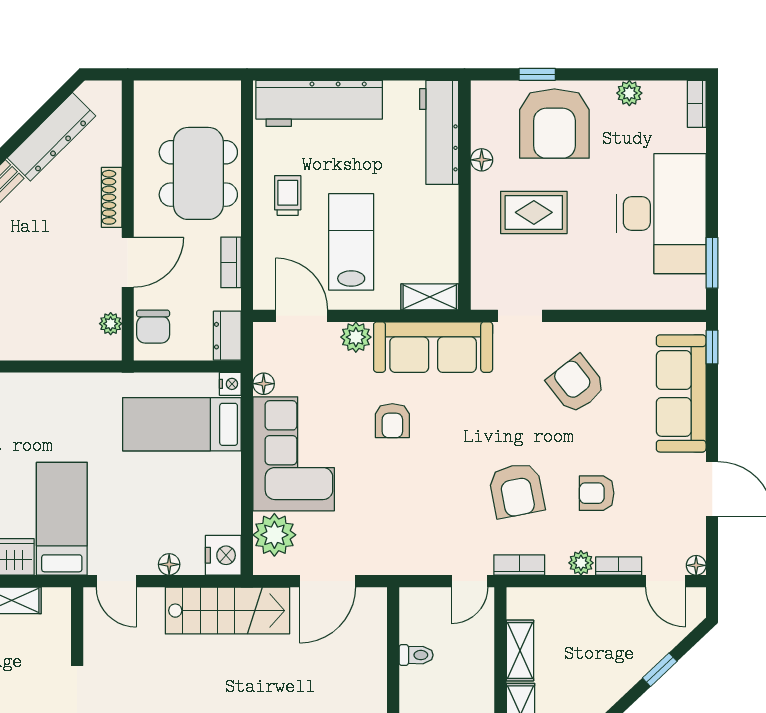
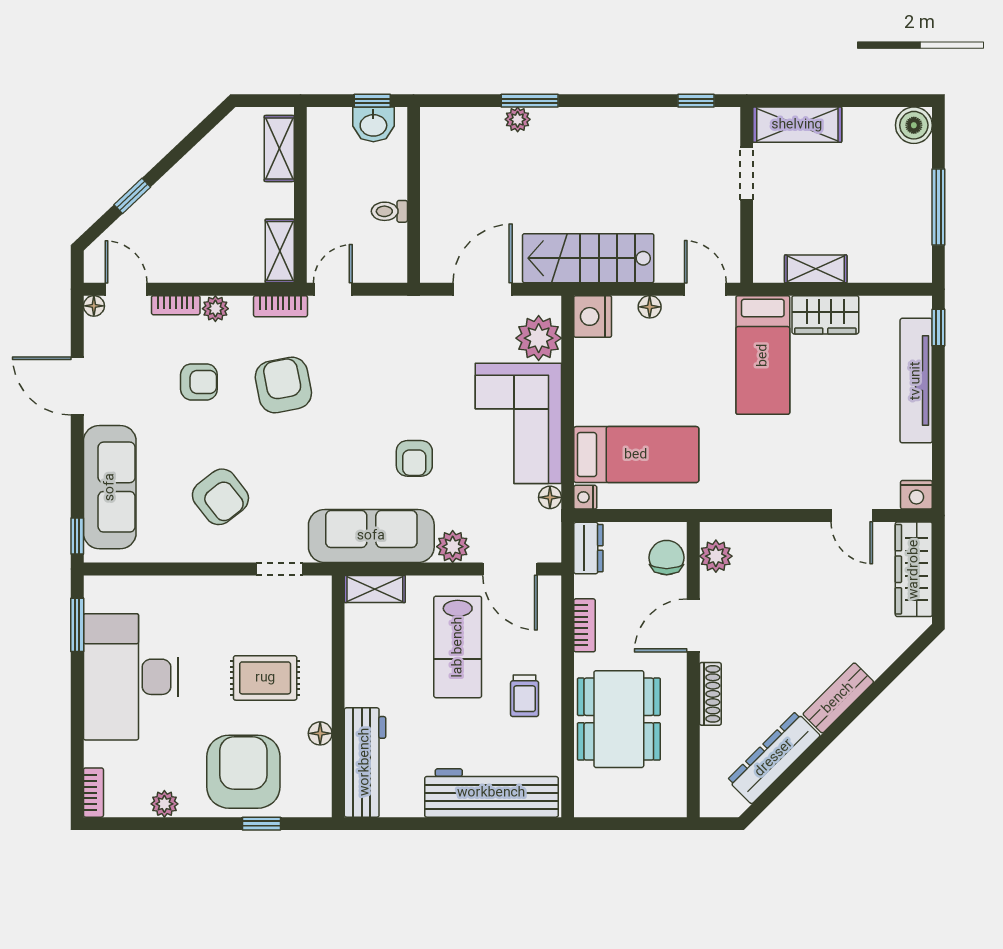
plant: (111, 324) -> (716, 556), width x1.38, depth x1.38
armchair: (392, 421) -> (414, 458), turned 180
shelving: (520, 651) -> (280, 251), moved

